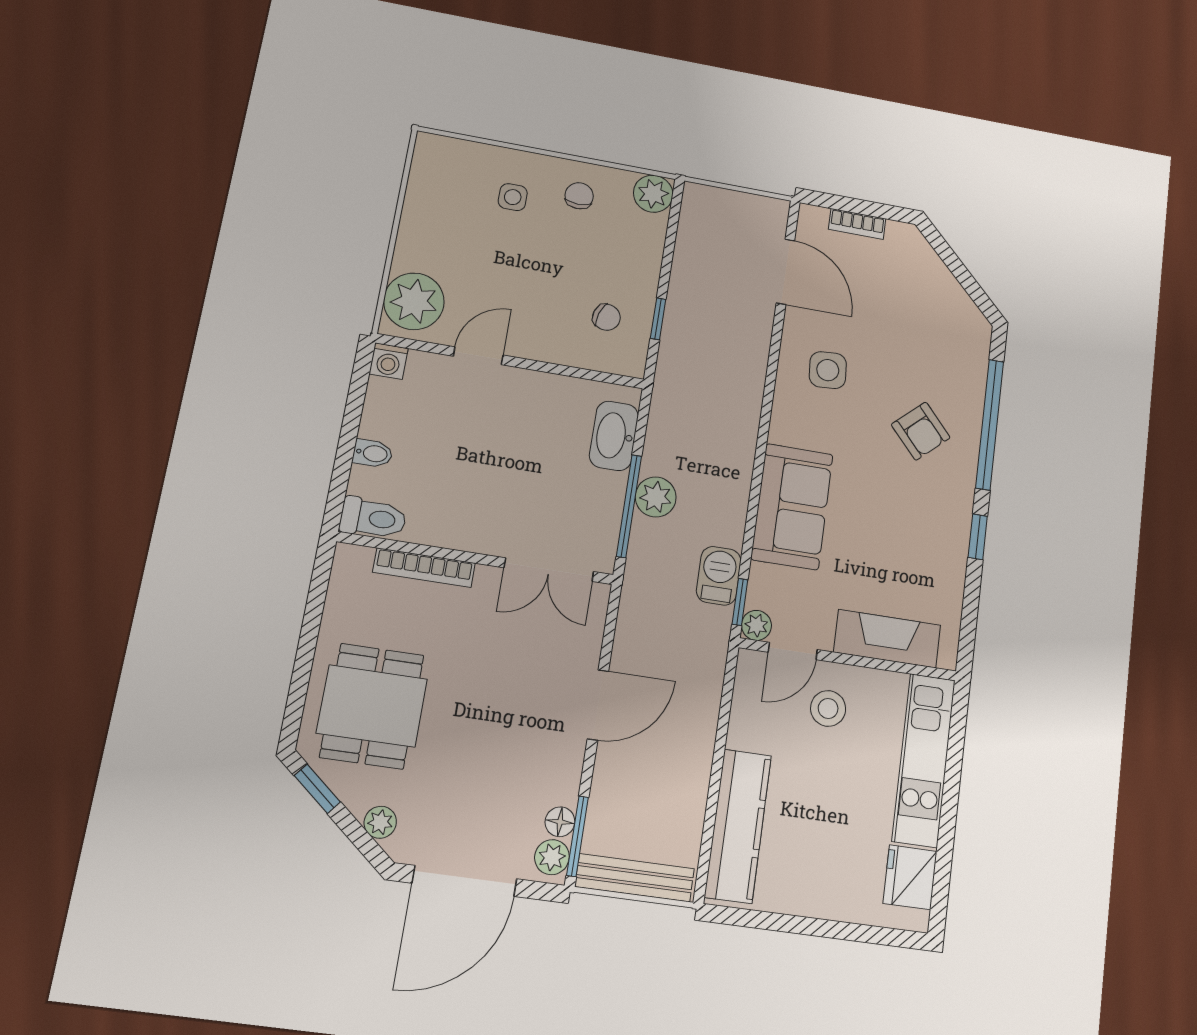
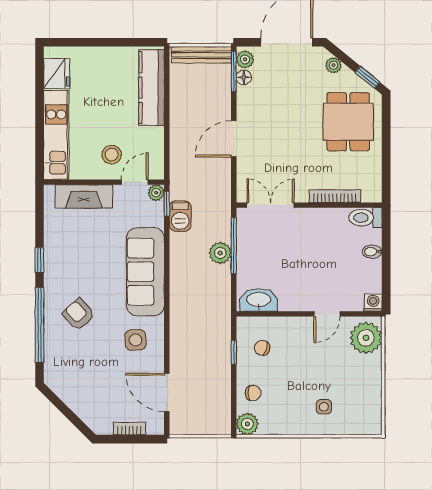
chair: (579, 196) -> (253, 393), moved, turned -90
washbasin: (614, 436) -> (259, 300), moved, turned -90
sofa: (792, 507) -> (145, 272), width x1.36

